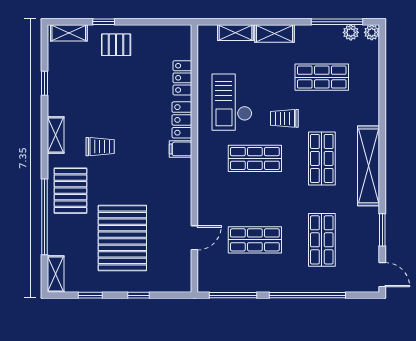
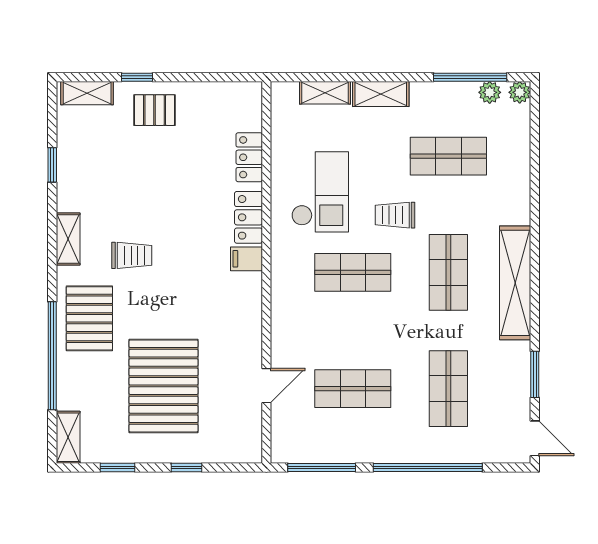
checkout: (232, 102) -> (320, 192), turned 180

